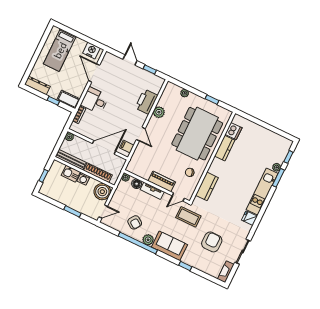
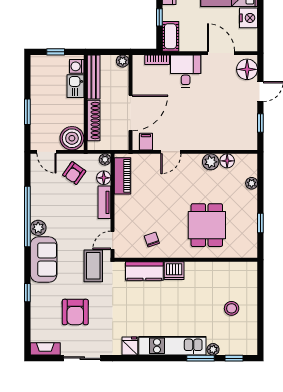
nightstand: (91, 50) -> (249, 18), moved
floor lamp: (112, 62) -> (247, 69), added
door: (94, 73) -> (221, 53), hinge flipped
printer: (146, 102) -> (217, 139), removed
floor lamp: (163, 102) -> (227, 161), added
dishwasher: (233, 131) -> (174, 271), moved
dining table: (197, 134) -> (207, 225), width x0.53, depth x0.80
stool: (257, 143) -> (232, 308), added
door: (104, 147) -> (131, 113), hinge flipped
kitchen counter: (225, 148) -> (205, 270), removed
washing machine: (84, 179) -> (77, 66), moved
piano: (162, 181) -> (123, 176), moved
door: (178, 197) -> (113, 240), hinge flipped
armchair: (135, 222) -> (74, 173), moved
armchair: (212, 242) -> (75, 312), turned 90

